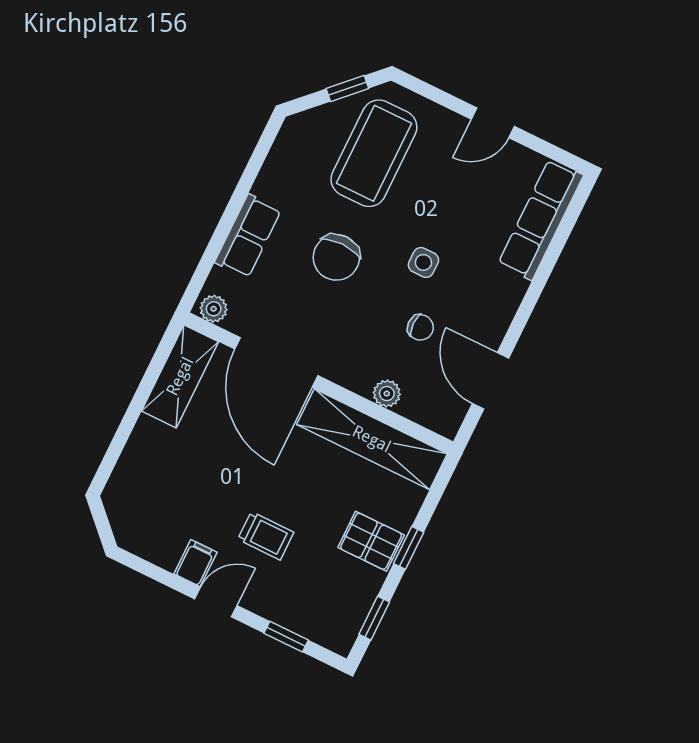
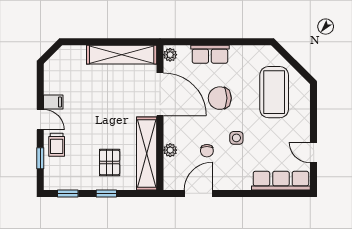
window: (347, 88) -> (297, 66), removed
door: (493, 123) -> (314, 152), moved
coffee table: (374, 153) -> (274, 92), turned 90
door: (276, 362) -> (160, 94), swing flipped
shelving: (180, 376) -> (122, 55), width x1.47
trolley: (266, 536) -> (57, 145), moved
pallet: (371, 541) -> (110, 162), moved

